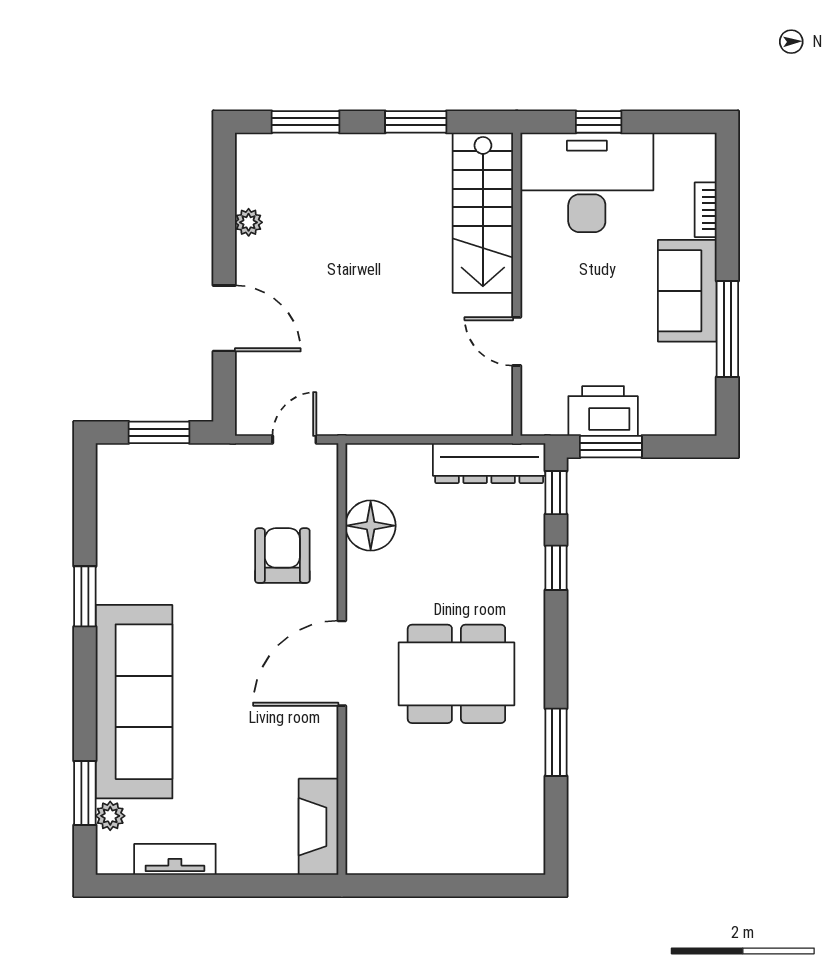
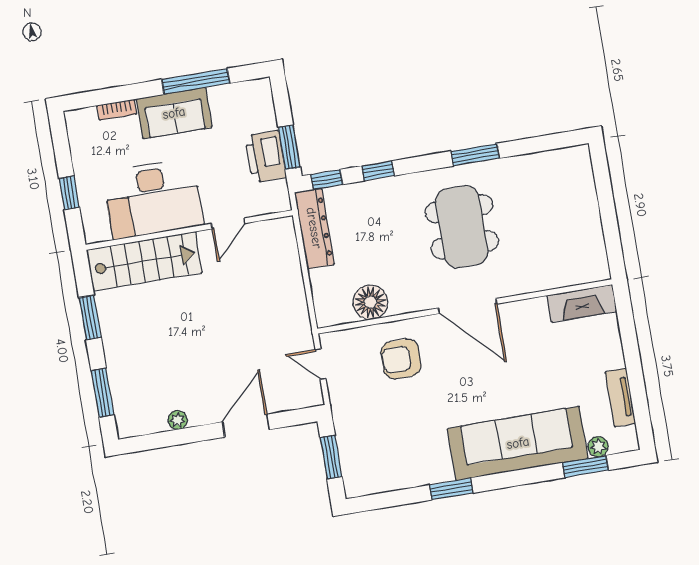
desk: (587, 182) -> (153, 199), moved, turned -90
window: (556, 742) -> (475, 155), moved

